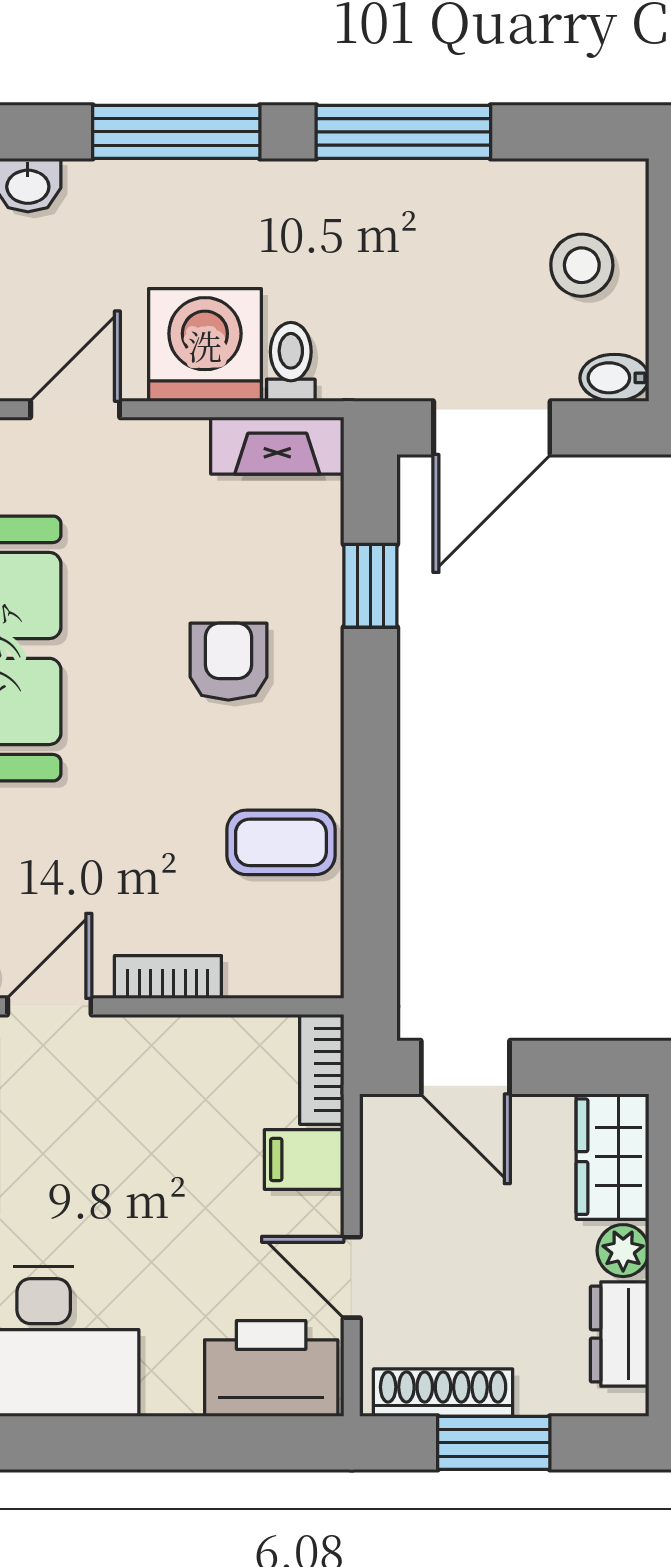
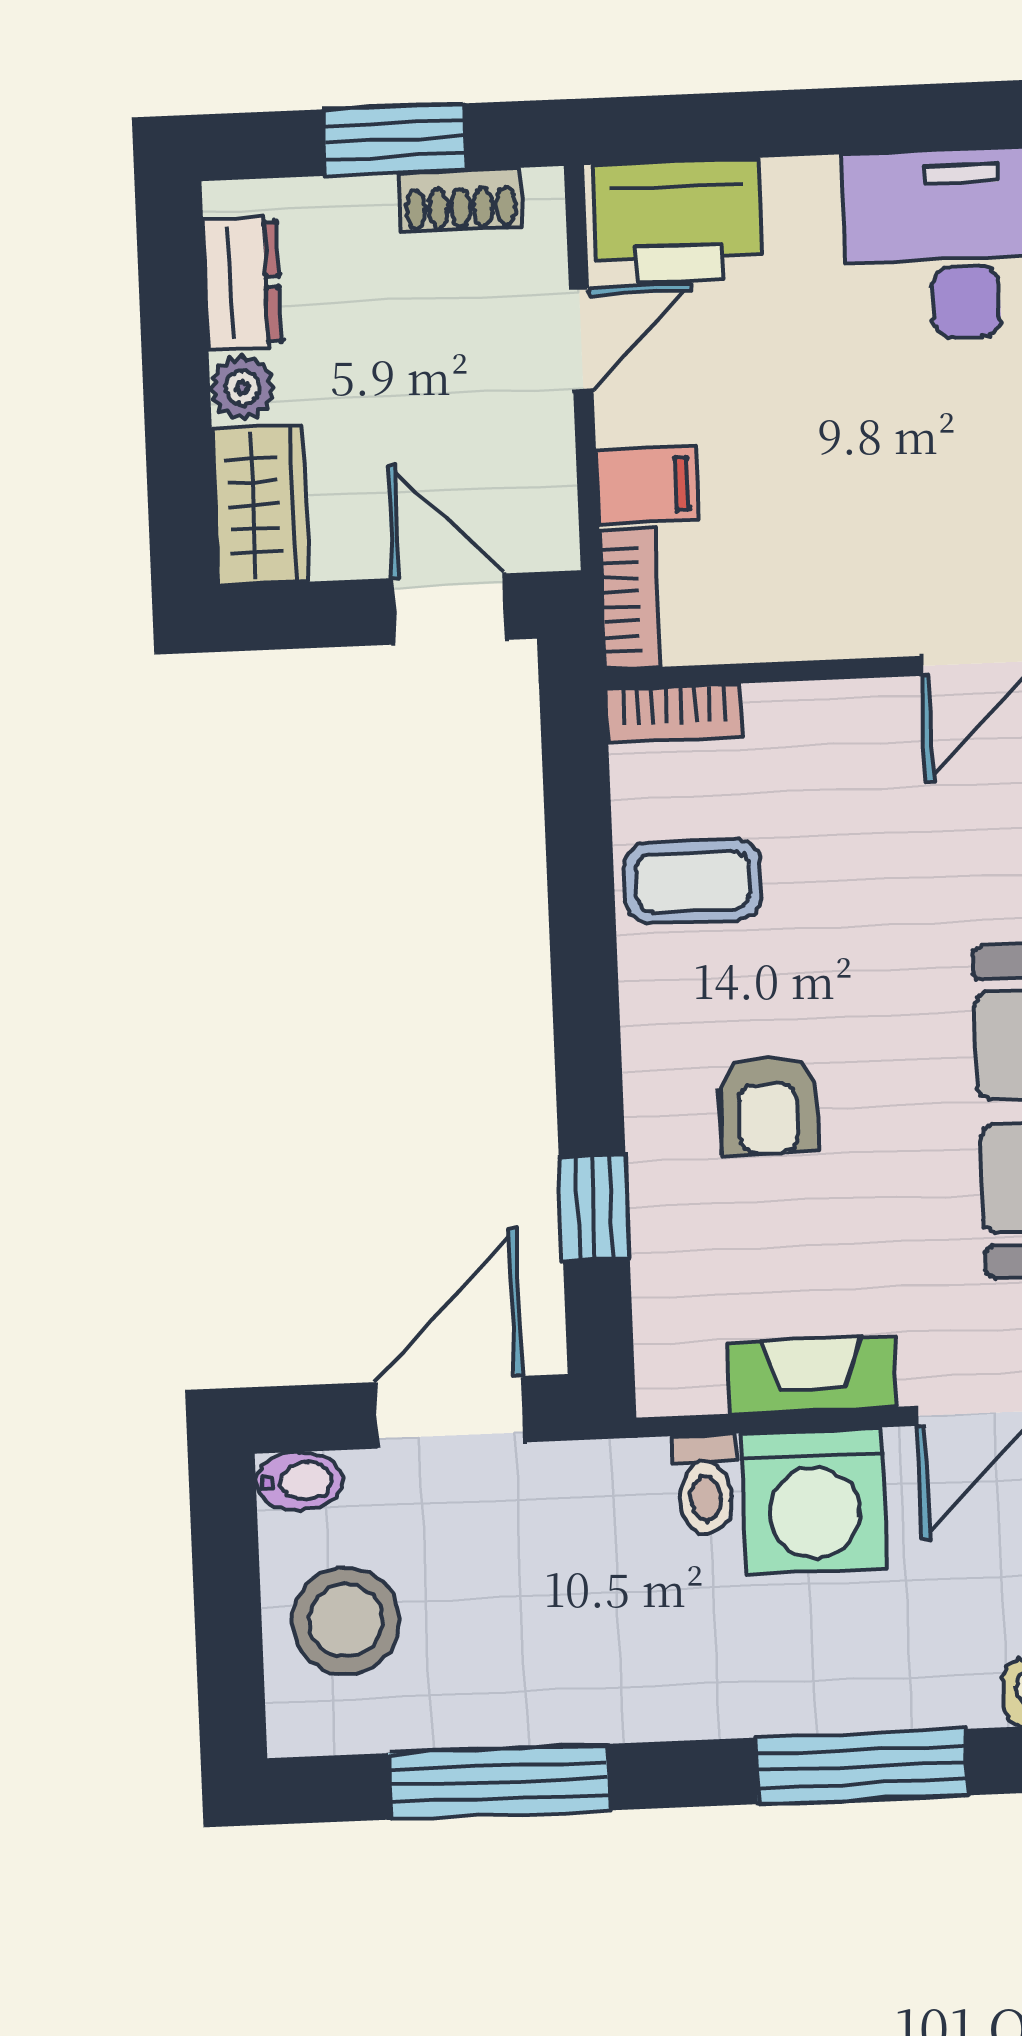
window: (403, 132) -> (499, 1782), moved
stool: (582, 265) -> (346, 1621), width x1.38, depth x1.38
fireplace: (277, 446) -> (812, 1375), moved
bookcase: (168, 977) -> (674, 713), moved
door: (352, 1277) -> (581, 340), hinge flipped
shoe rack: (443, 1393) -> (461, 200), width x0.70

